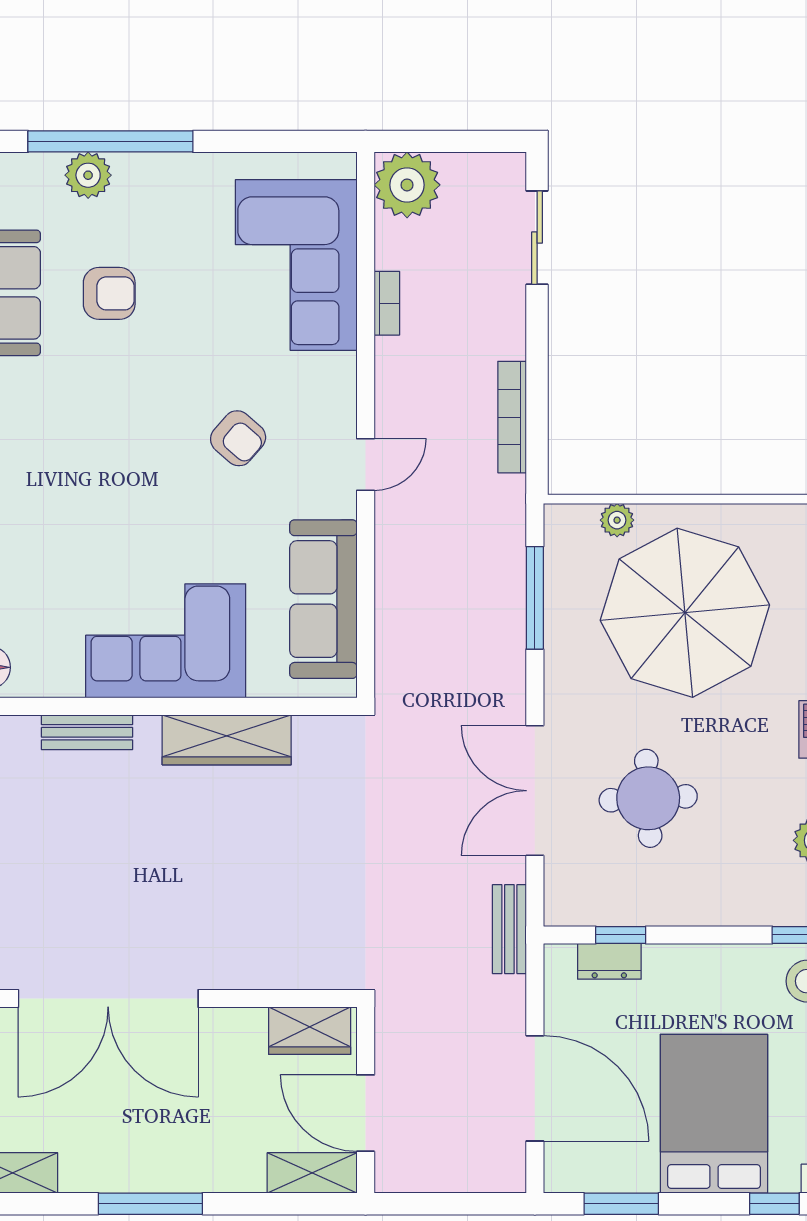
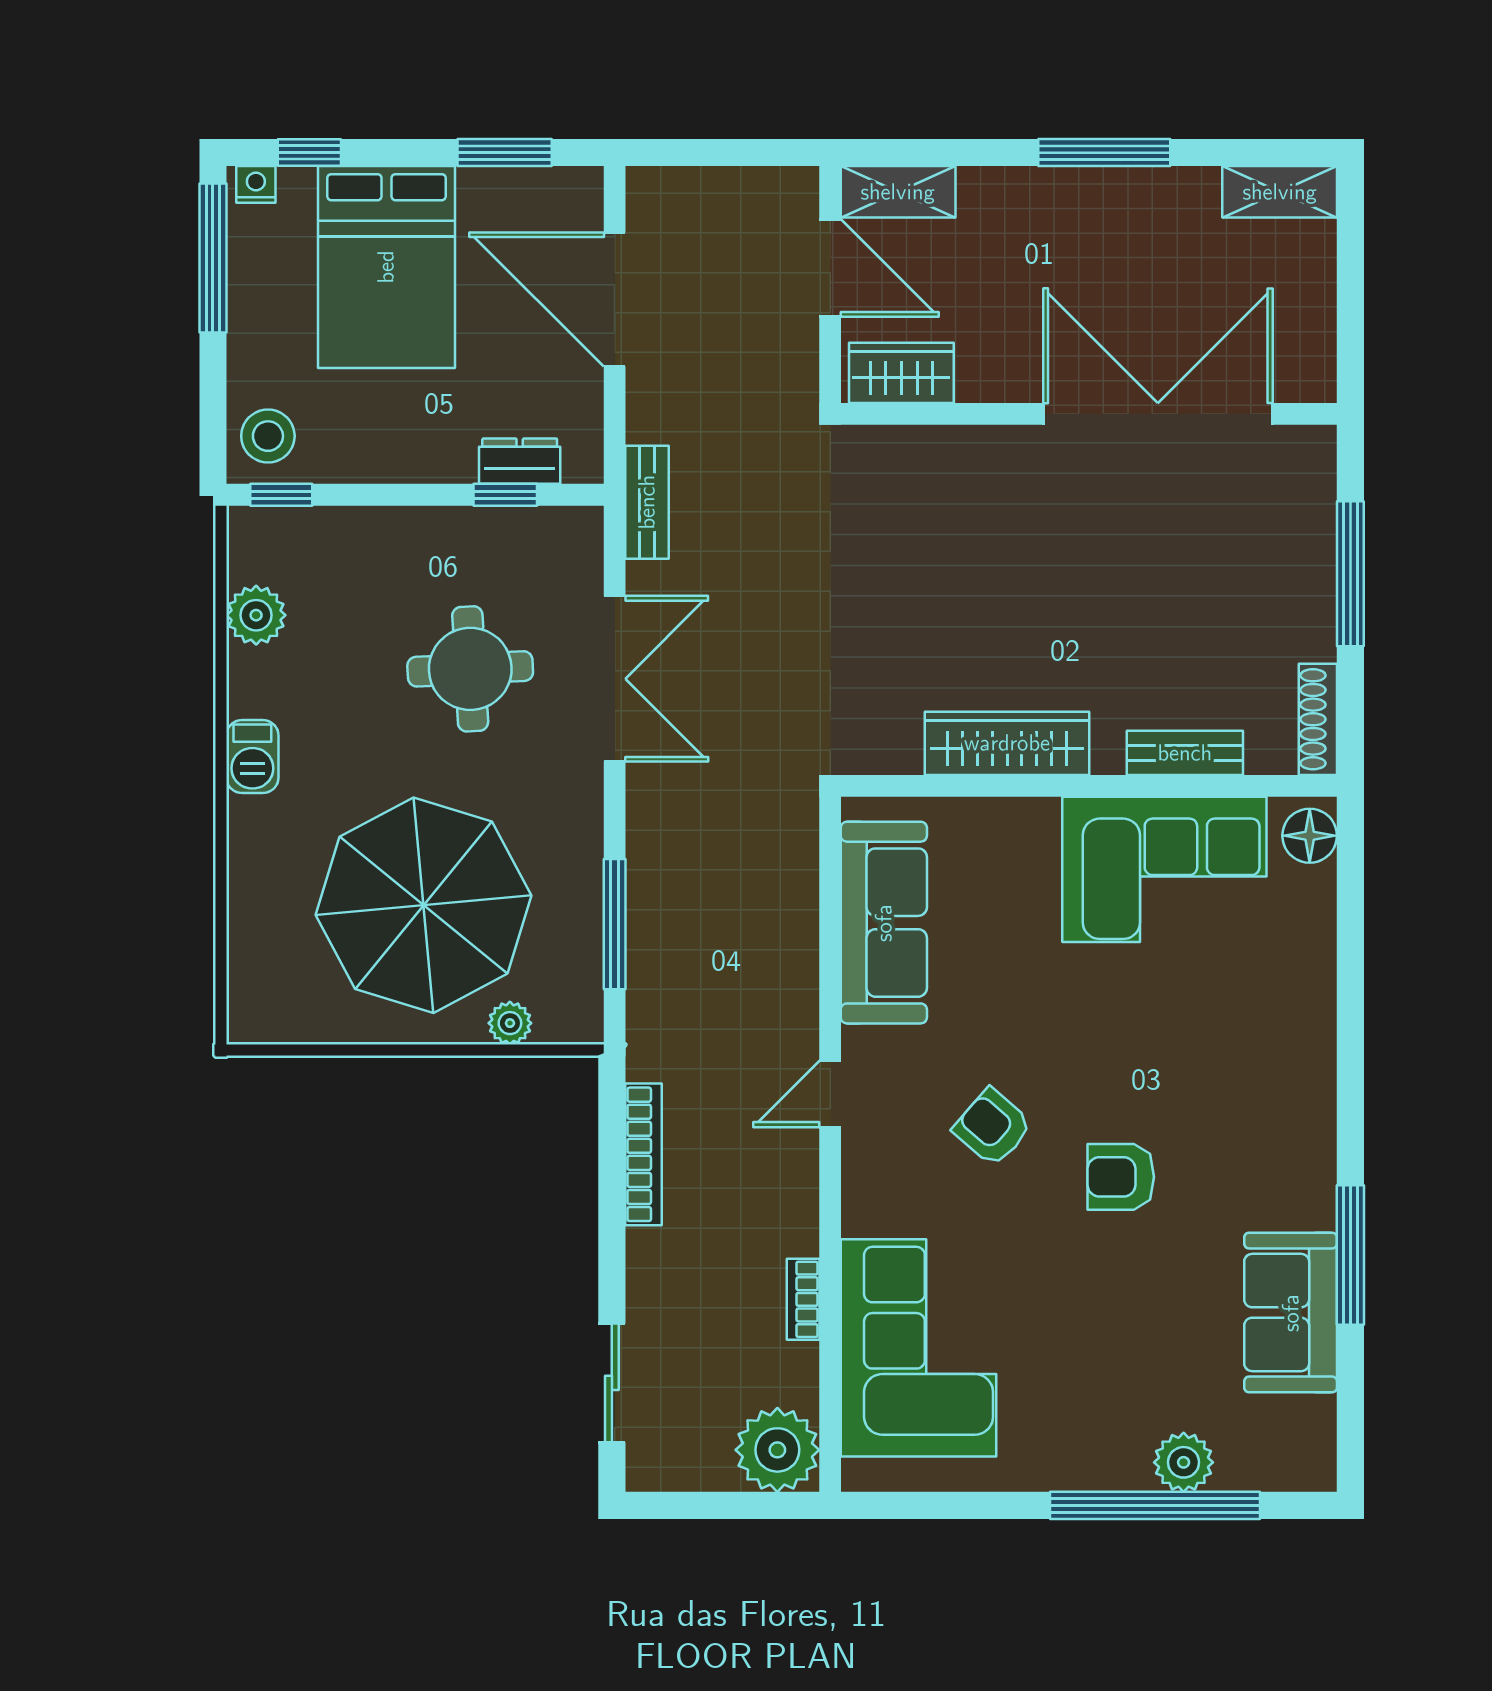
armchair: (109, 293) -> (1121, 1177), moved
corner sofa: (166, 641) -> (1164, 869), moved

